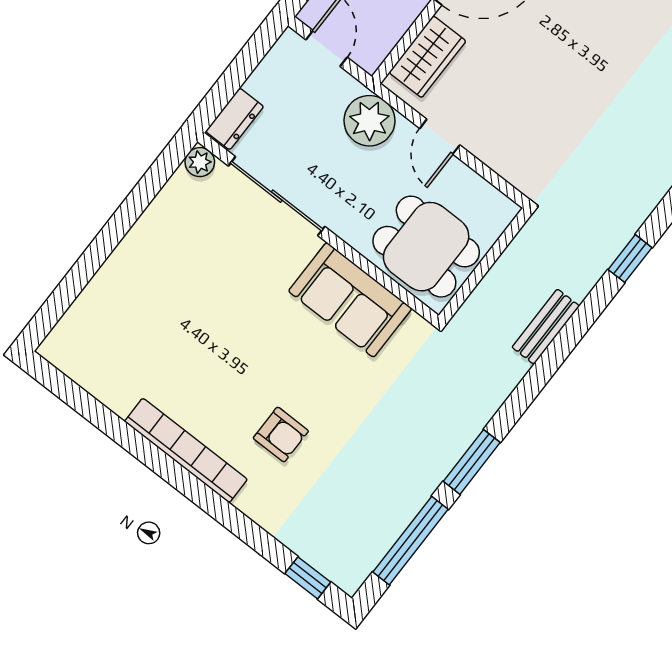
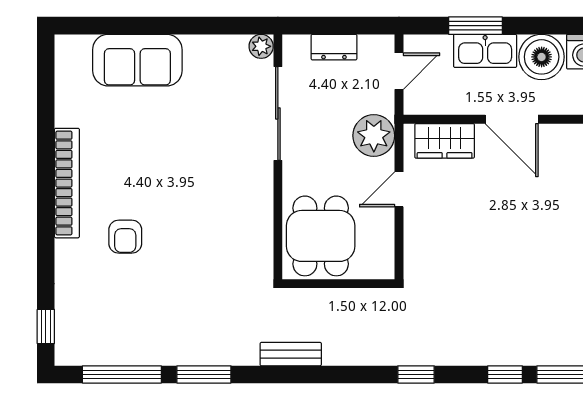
dresser: (235, 119) -> (334, 47), moved
sofa: (350, 300) -> (137, 60), moved, turned -90
bench: (546, 327) -> (291, 354), moved

